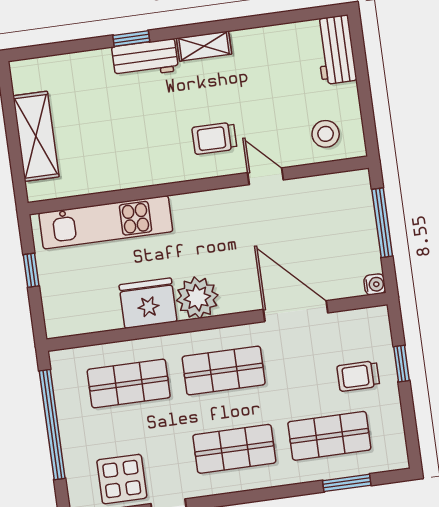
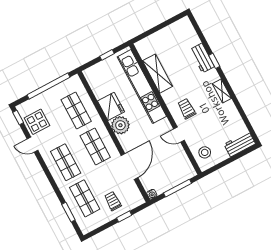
workbench: (145, 59) -> (202, 58), moved
shelving: (36, 136) -> (158, 74), moved, turned 90
door: (266, 176) -> (179, 135), swing flipped
kitchen unit: (106, 222) -> (142, 87), width x1.36

